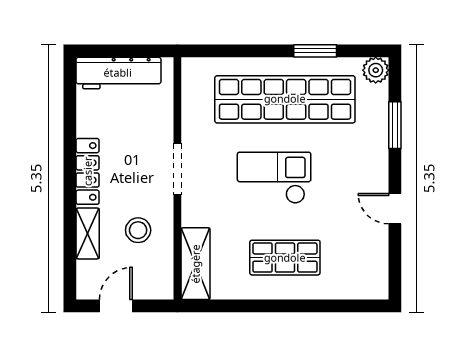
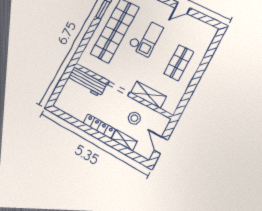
workbench: (118, 73) -> (87, 82), moved, turned 90
checkout: (274, 178) -> (146, 37), moved, turned 180
shelving: (196, 264) -> (148, 95), moved

